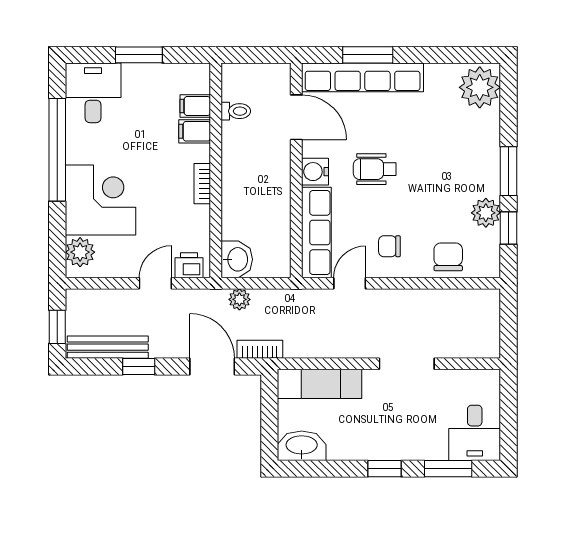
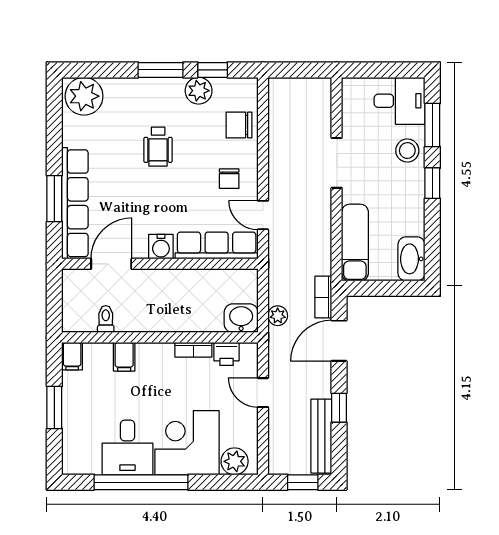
desk: (93, 93) -> (127, 448), moved, turned -90
filing cabinet: (195, 106) -> (72, 356), moved
wheelchair: (375, 169) -> (158, 147), moved
bookcase: (202, 184) -> (193, 350), moved
printer: (189, 265) -> (227, 354), moved, turned -90
stool: (420, 441) -> (407, 150), added

